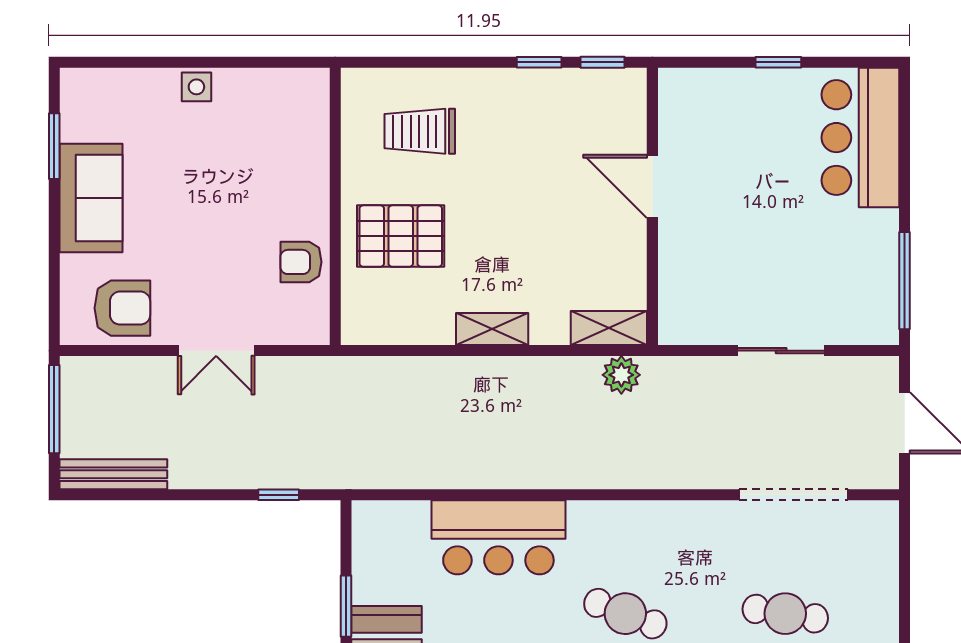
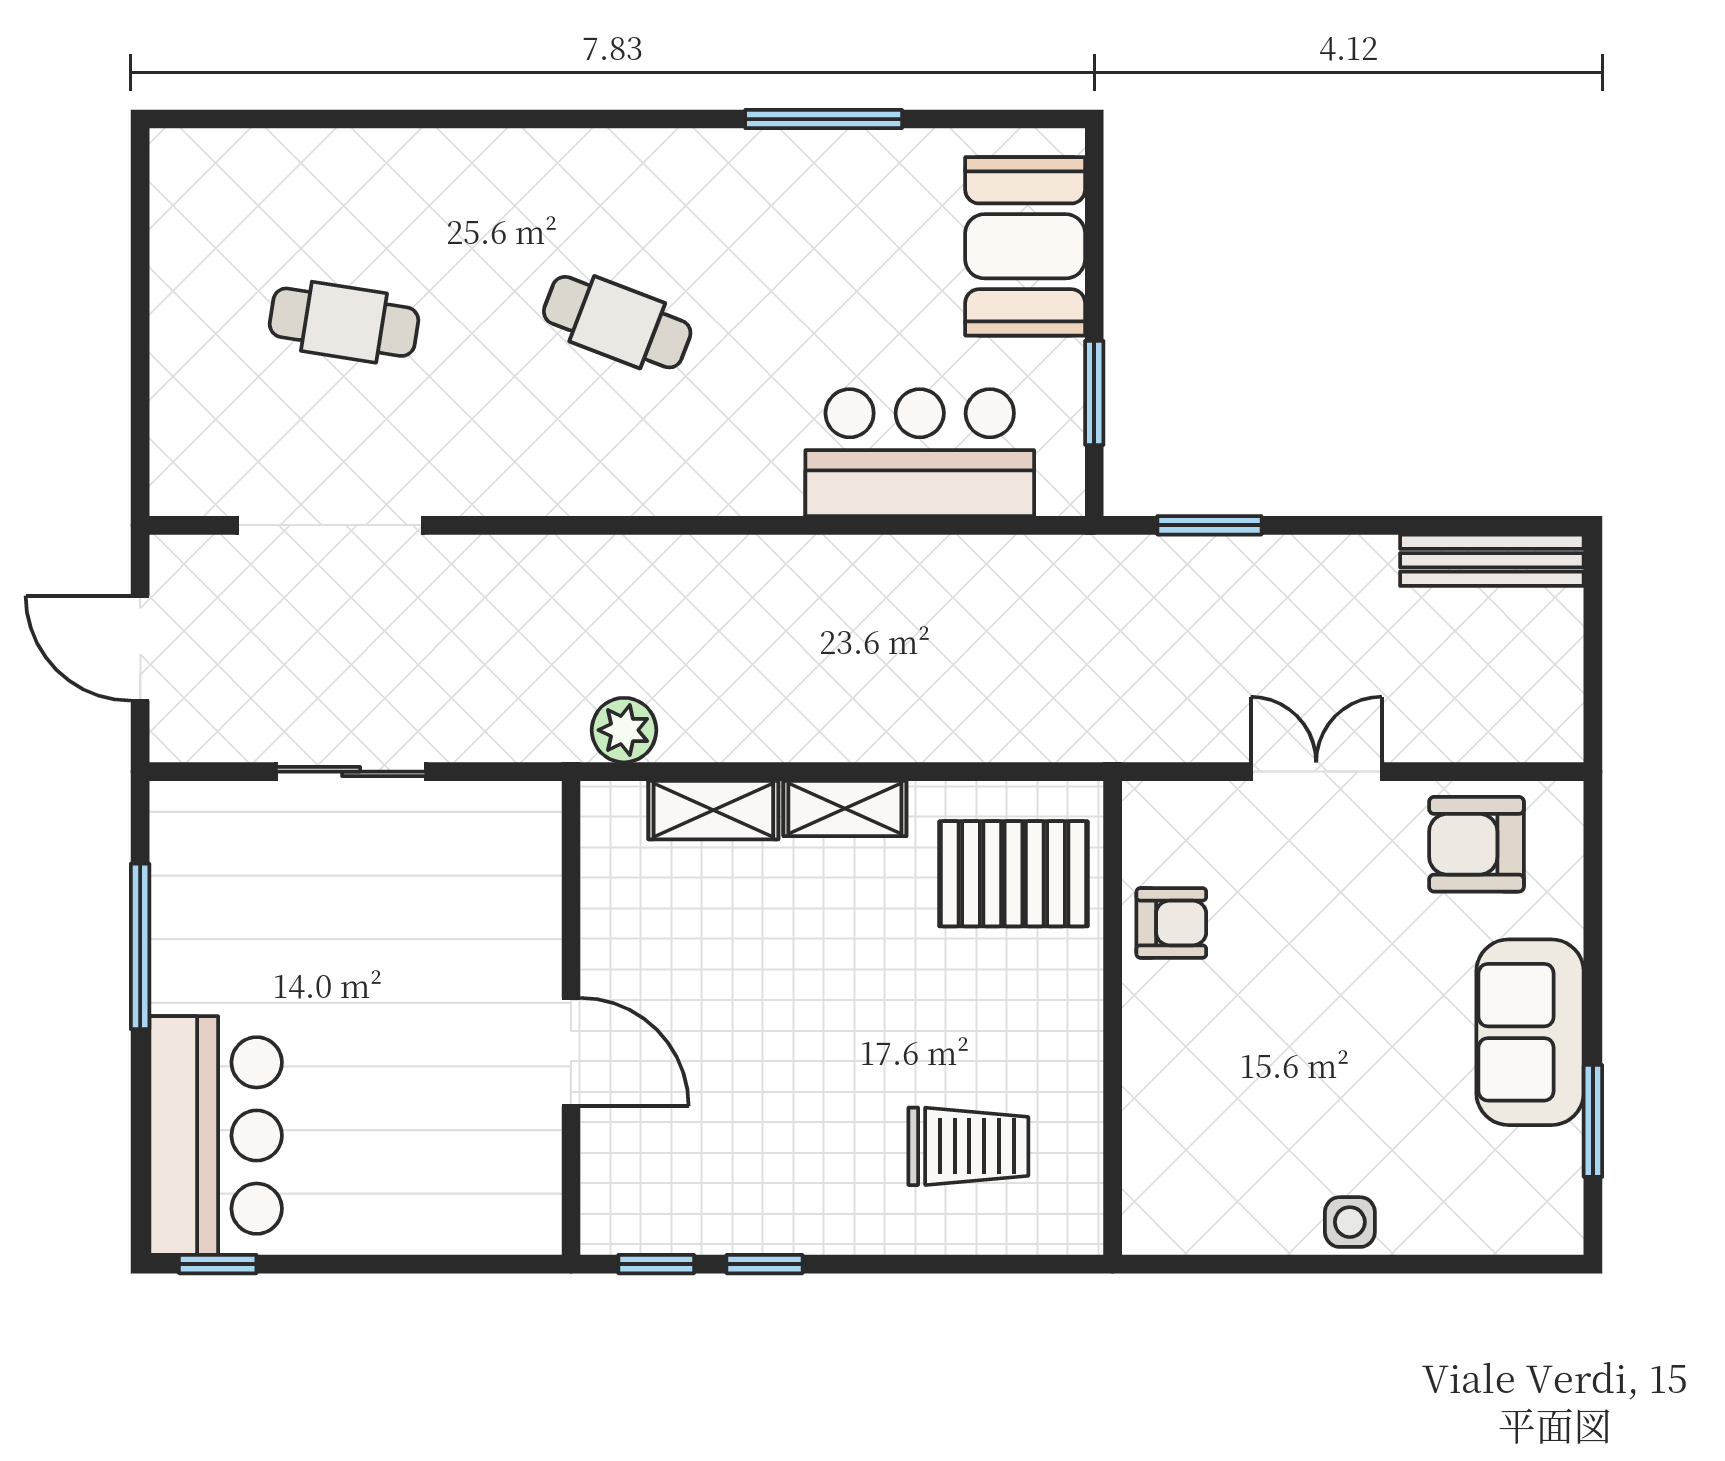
window: (778, 62) -> (218, 1264), moved
pallet: (401, 236) -> (1013, 874), moved
window: (905, 281) -> (140, 946), moved
shelving: (609, 328) -> (713, 810), moved
window: (54, 409) -> (1593, 671), removed
window: (279, 495) -> (1209, 525), width x1.50
bar counter: (498, 537) -> (920, 453), moved
window: (346, 606) -> (1094, 393), moved

